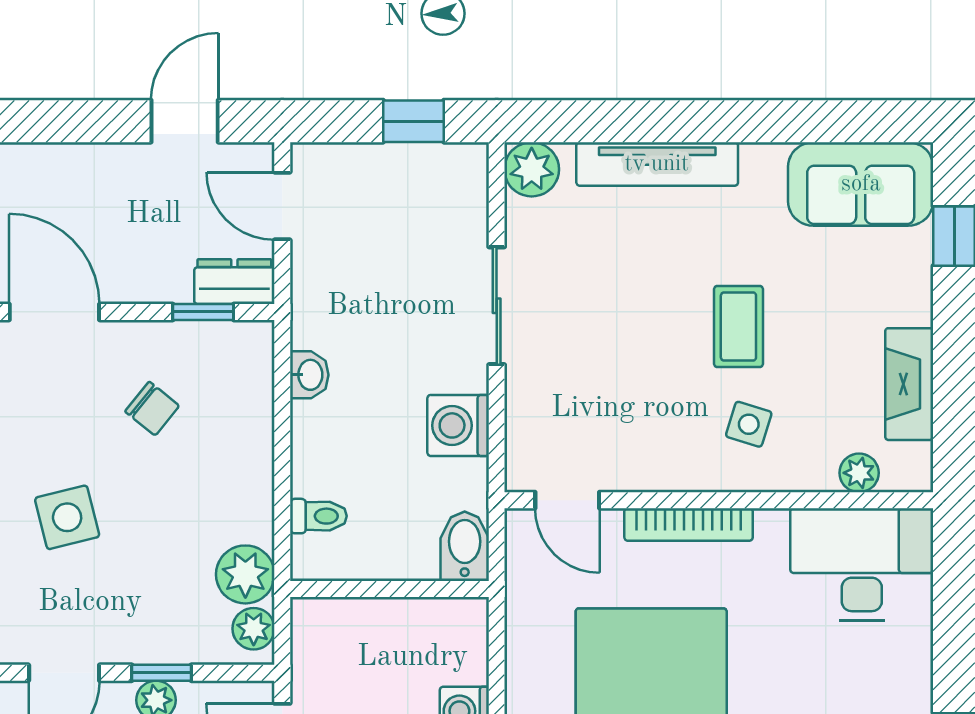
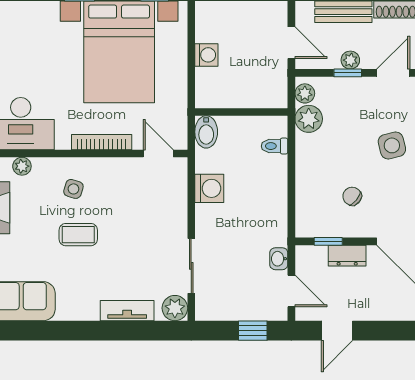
window: (414, 121) -> (253, 331), moved
tv unit: (657, 164) -> (127, 311), width x0.71
dresser: (234, 282) -> (347, 256), moved
sliding door: (497, 306) -> (191, 266), moved
coffee table: (738, 326) -> (78, 235), turned 90
washbasin: (309, 375) -> (279, 259), moved

